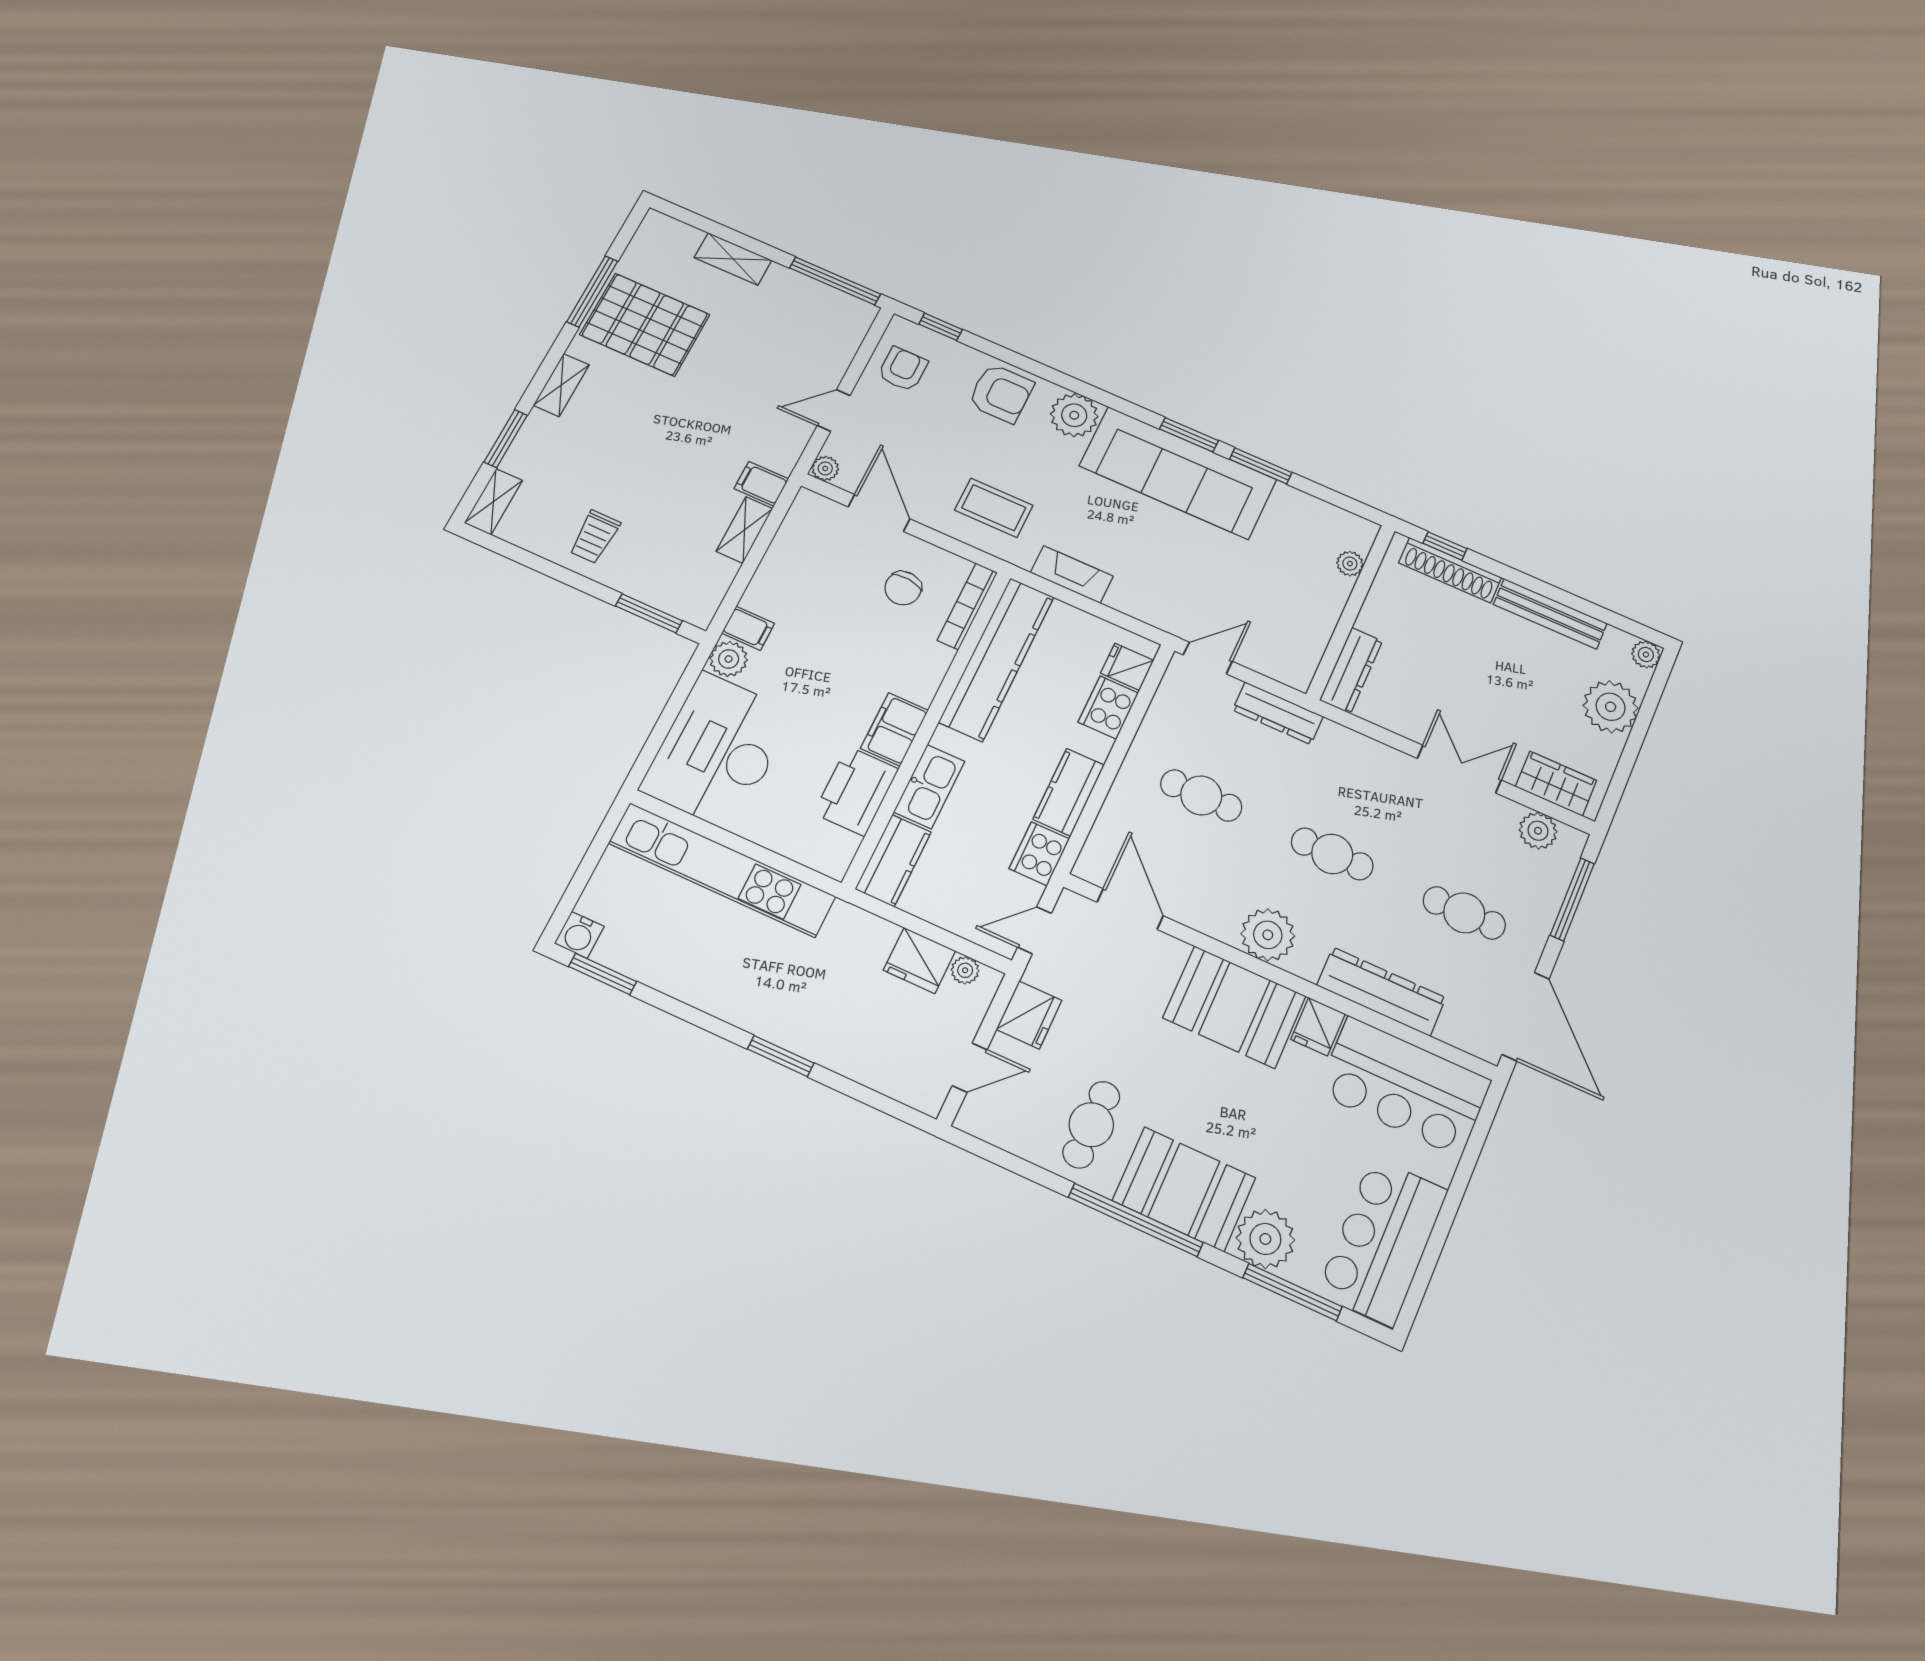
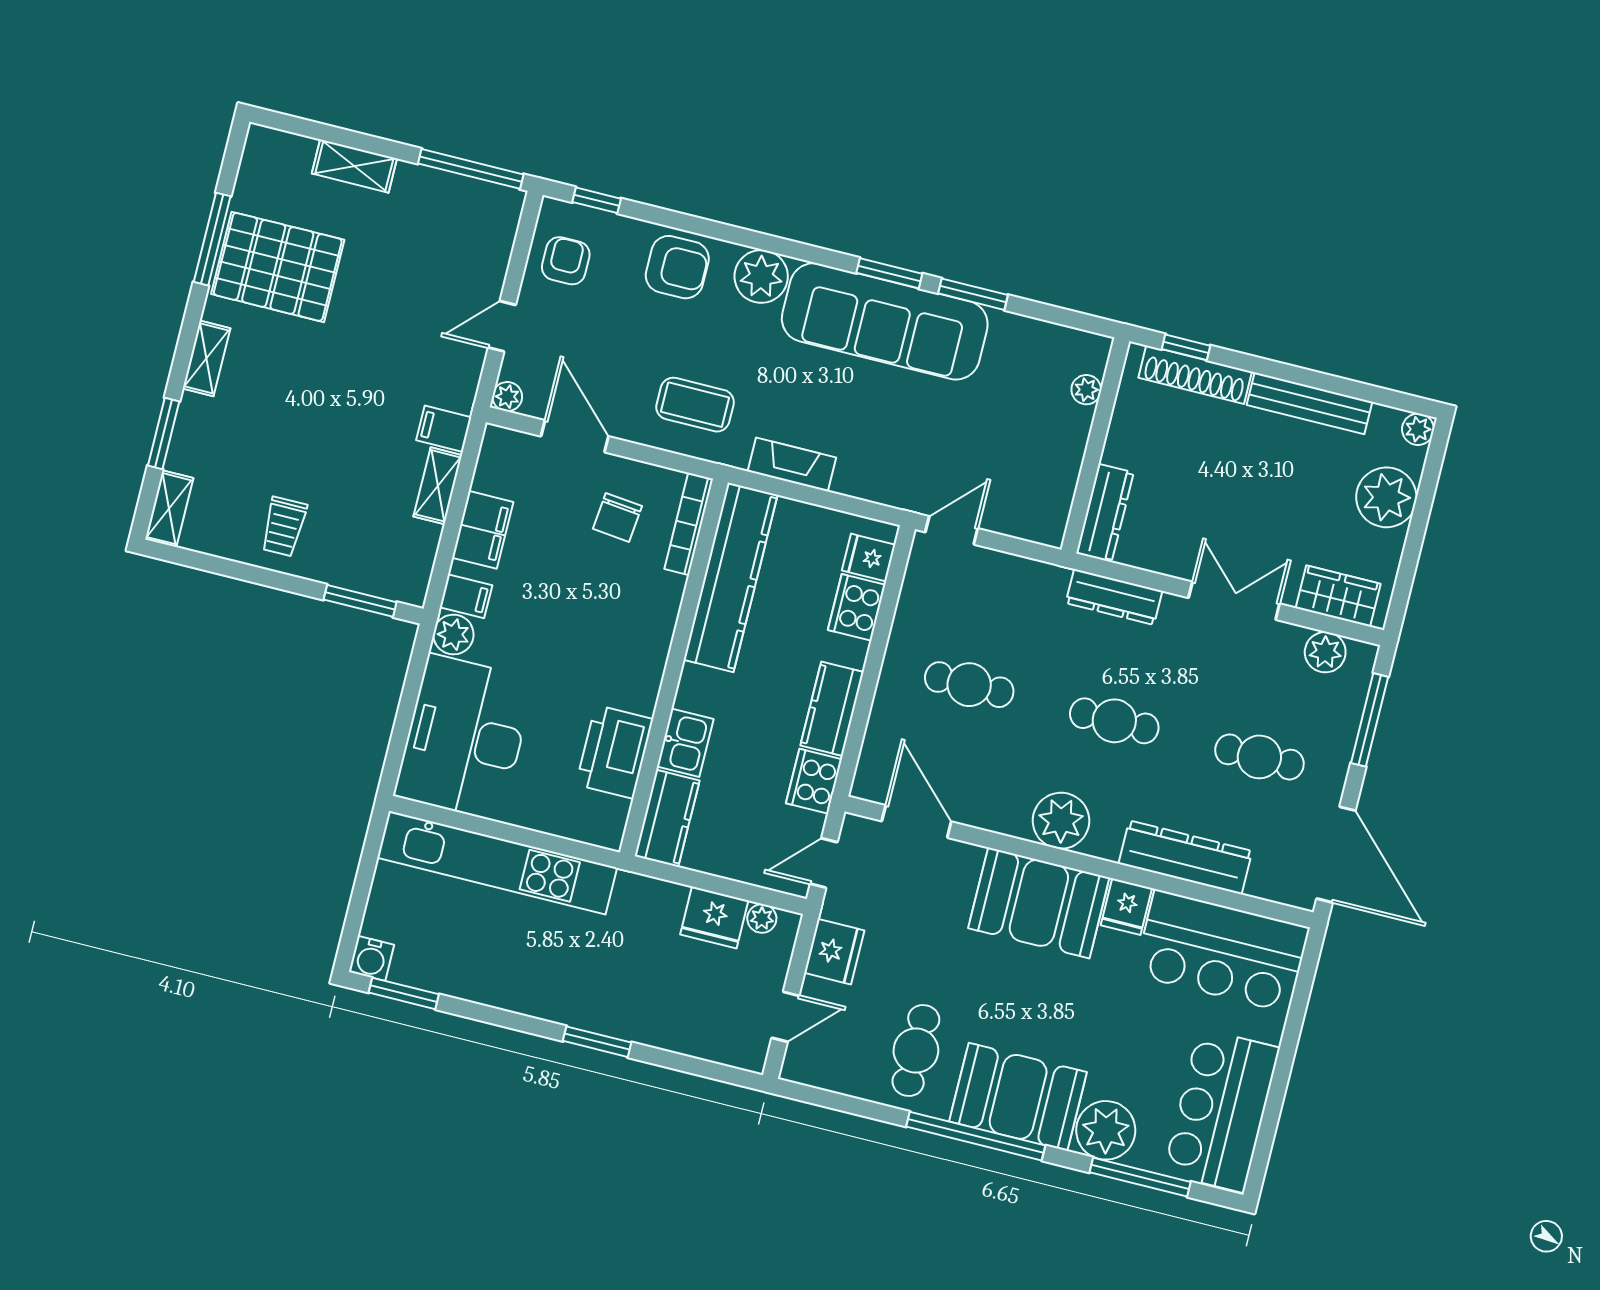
dresser: (1278, 713) -> (1114, 597), moved
filing cabinet: (894, 729) -> (483, 530), moved, turned 180
kitchen sink: (929, 787) -> (685, 743), width x0.73

